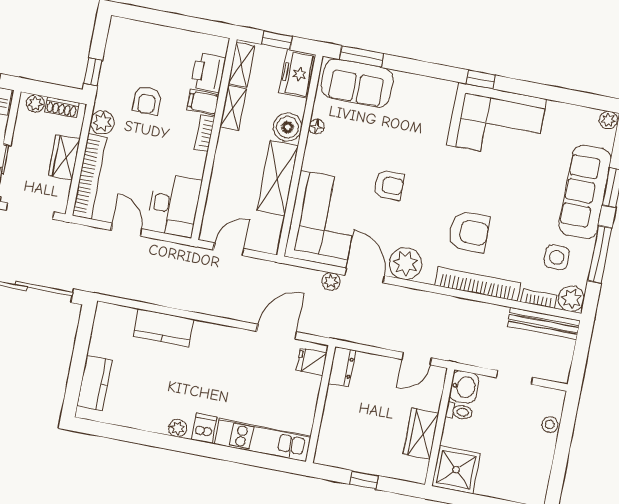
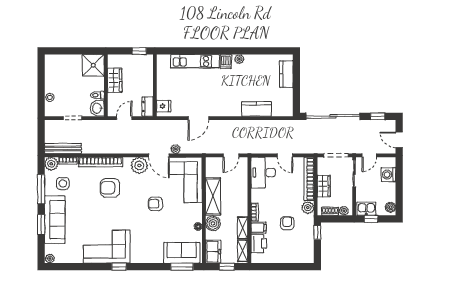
fridge: (312, 362) -> (164, 106), moved
dresser: (342, 367) -> (148, 107), moved
wall: (321, 404) -> (155, 85), moved

